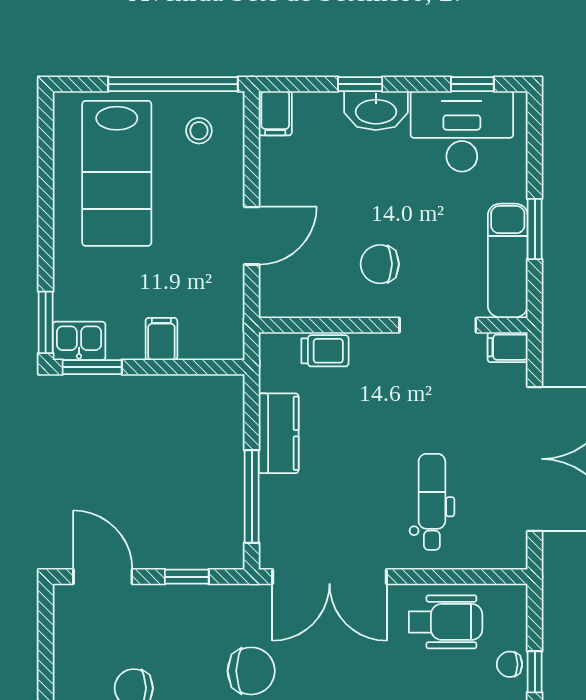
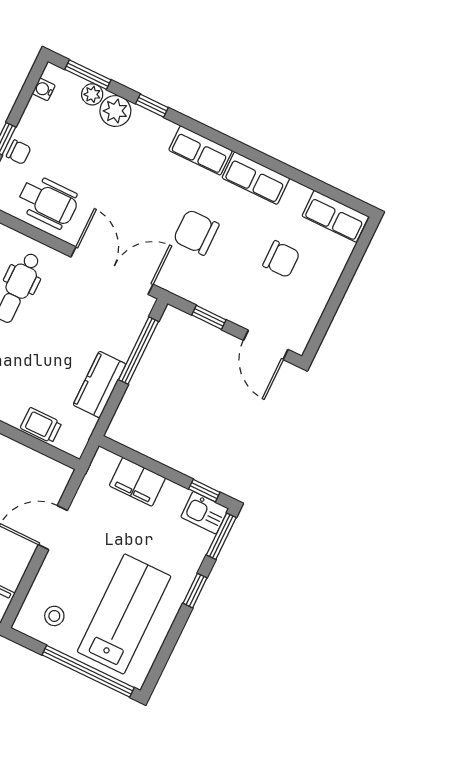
window: (173, 84) -> (88, 671), moved
window: (46, 242) -> (195, 591), added
filing cabinet: (161, 339) -> (137, 482), width x2.00
window: (92, 367) -> (204, 491), width x0.67
wheelchair: (446, 622) -> (48, 202), turned 180

